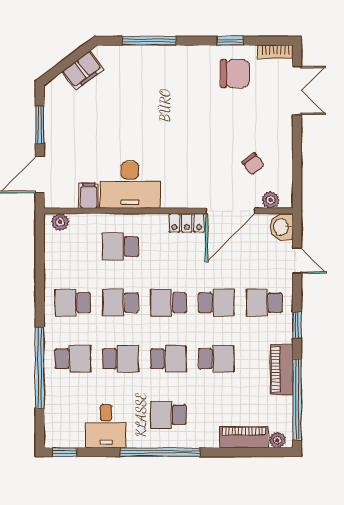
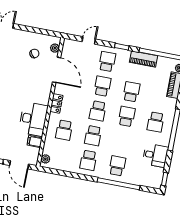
locker: (187, 223) -> (56, 103), moved
washbasin: (282, 227) -> (70, 45), removed
school desk: (264, 303) -> (107, 62), turned 180
school desk: (121, 359) -> (122, 141), removed

